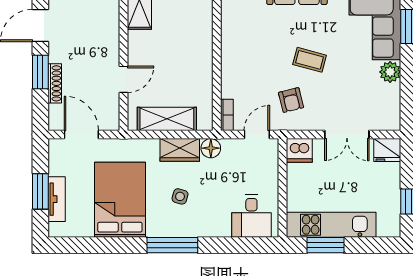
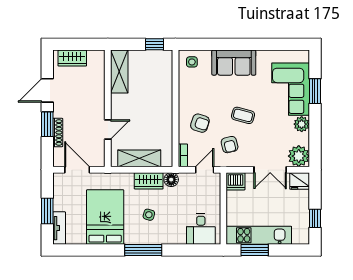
armchair: (250, 71) -> (200, 123), added
plant: (386, 116) -> (299, 156), added
tv unit: (57, 199) -> (59, 228), moved

